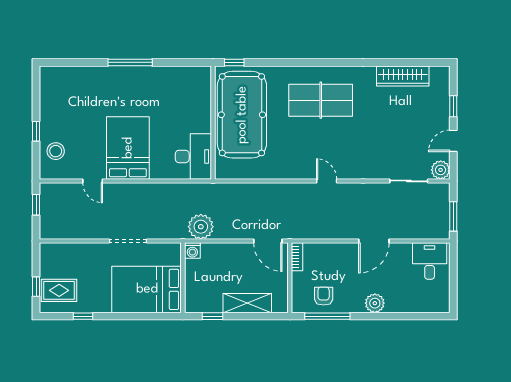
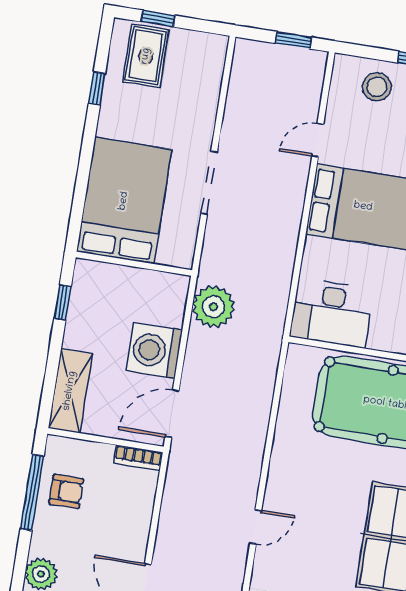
washing machine: (192, 251) -> (154, 351), moved, width x1.89, depth x1.89
shelving: (247, 303) -> (70, 391), moved

